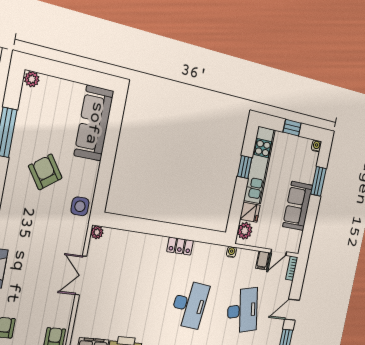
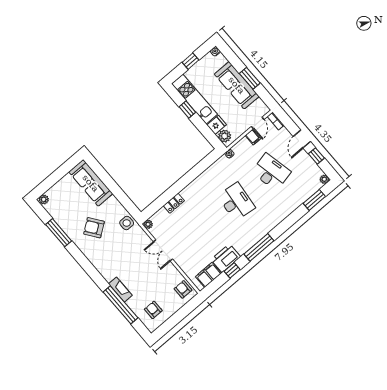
window: (318, 181) -> (250, 78), moved
sofa: (298, 206) -> (237, 85), width x1.36
locker: (180, 246) -> (174, 203), moved

